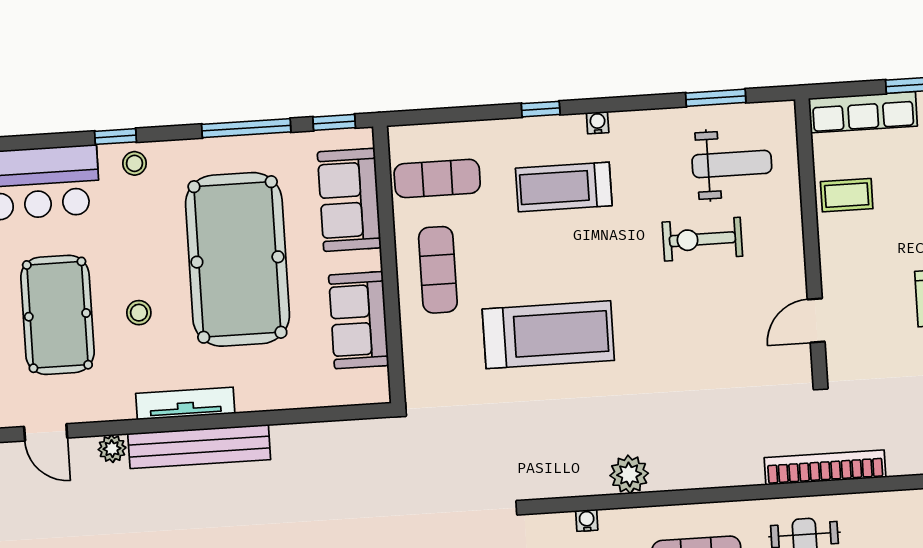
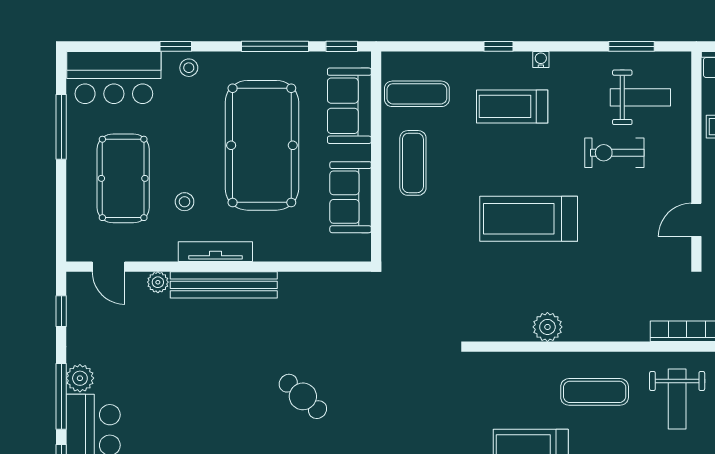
stool: (139, 313) -> (185, 202), moved
treadmill: (548, 335) -> (529, 219), moved, turned 180
water cooler: (587, 520) -> (513, 360), removed

